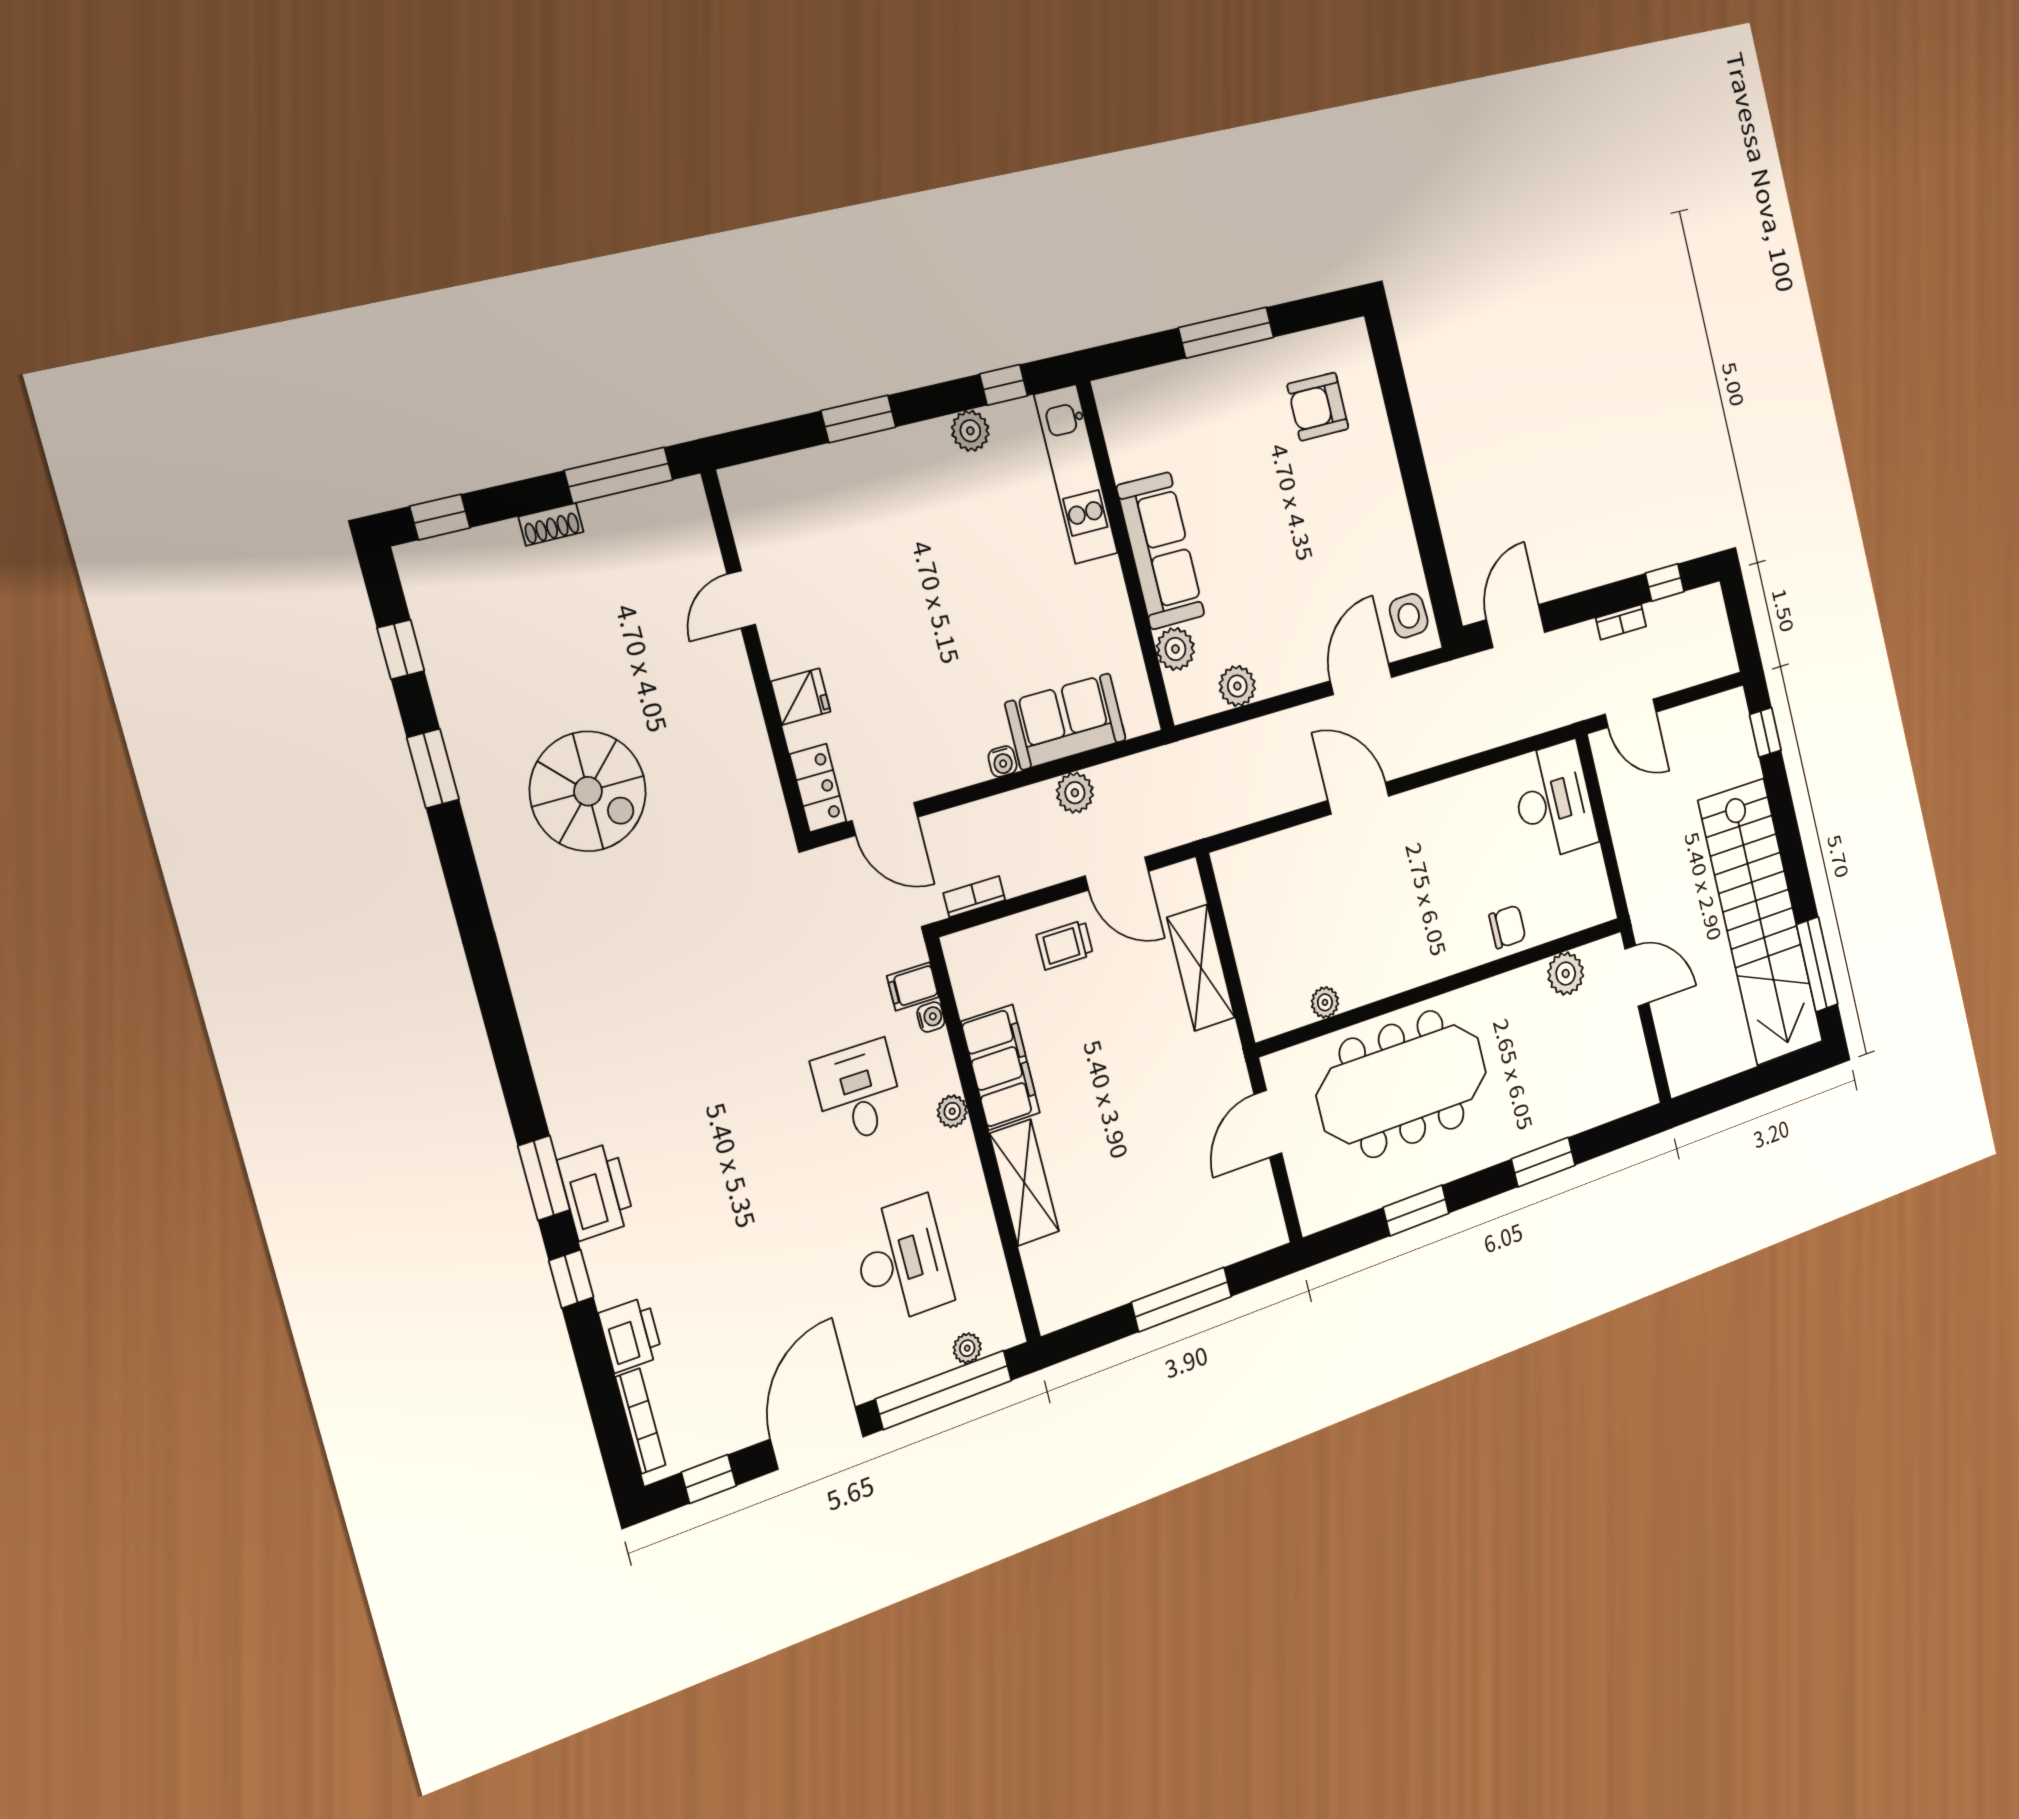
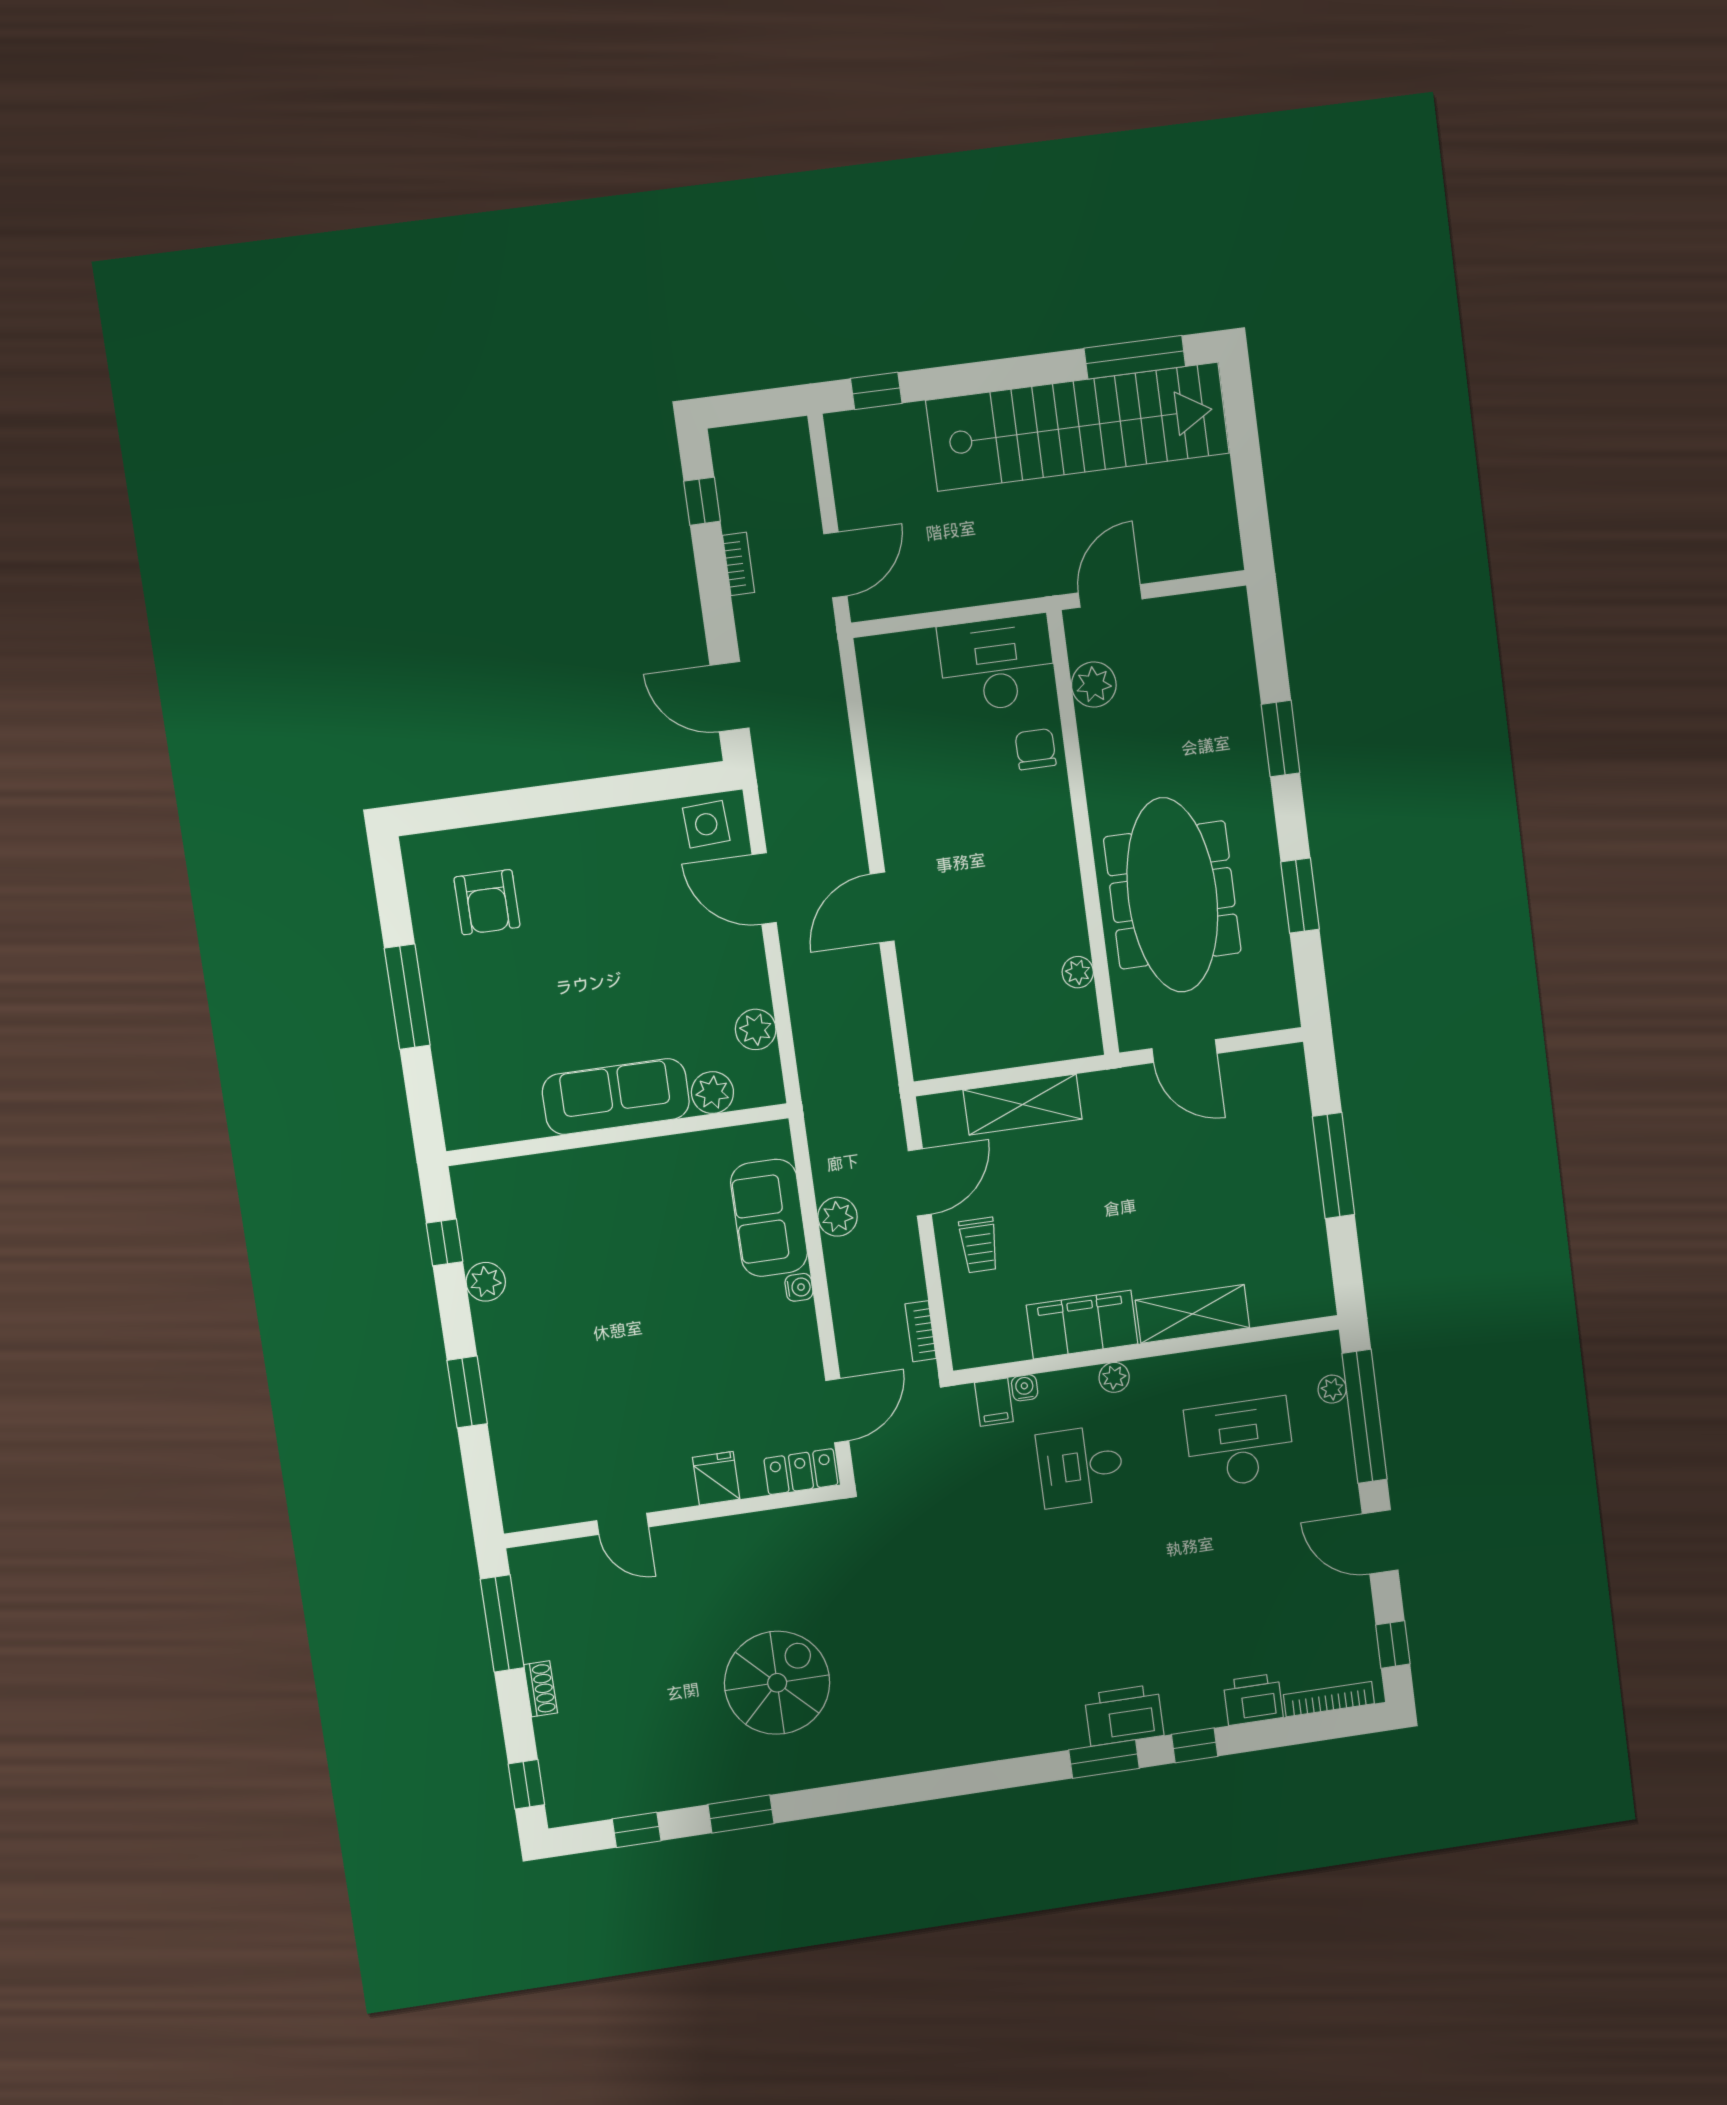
kitchen unit: (1076, 474) -> (535, 1178), removed
desk: (1554, 801) -> (997, 664), moved
door: (817, 1438) -> (1380, 1542), width x0.73

